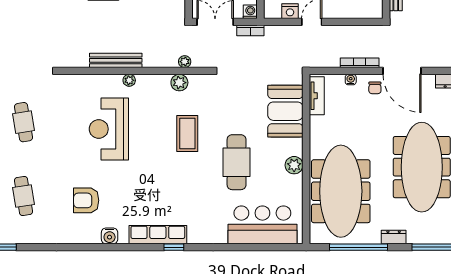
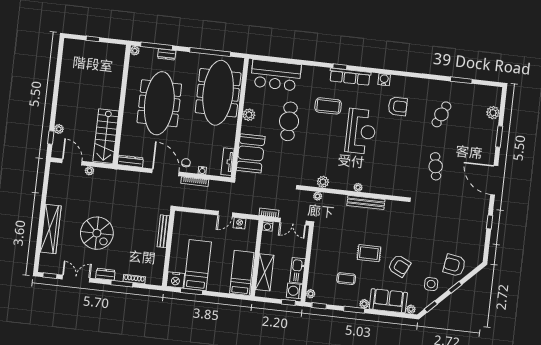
reception desk: (109, 129) -> (361, 131), moved
coffee table: (187, 133) -> (328, 106), moved, turned 90
cafe table: (24, 196) -> (441, 114), turned 33
dresser: (394, 237) -> (167, 54), moved

